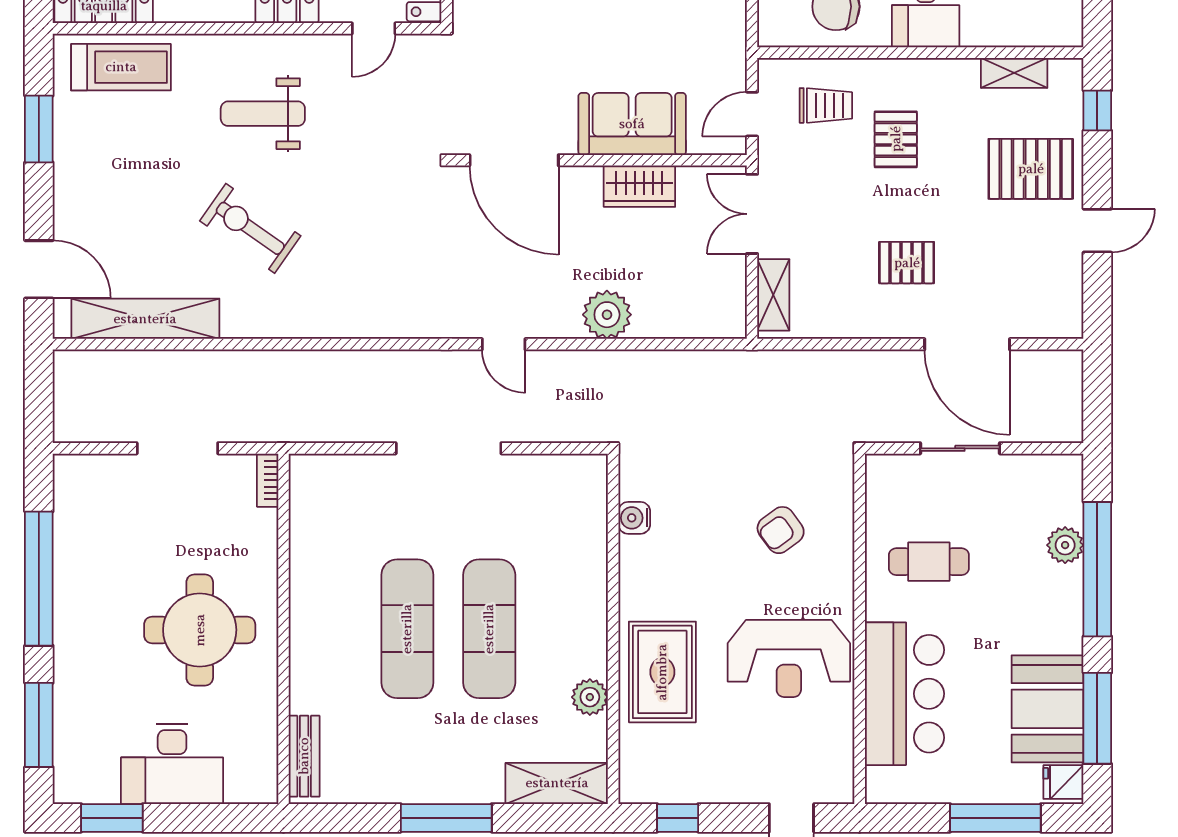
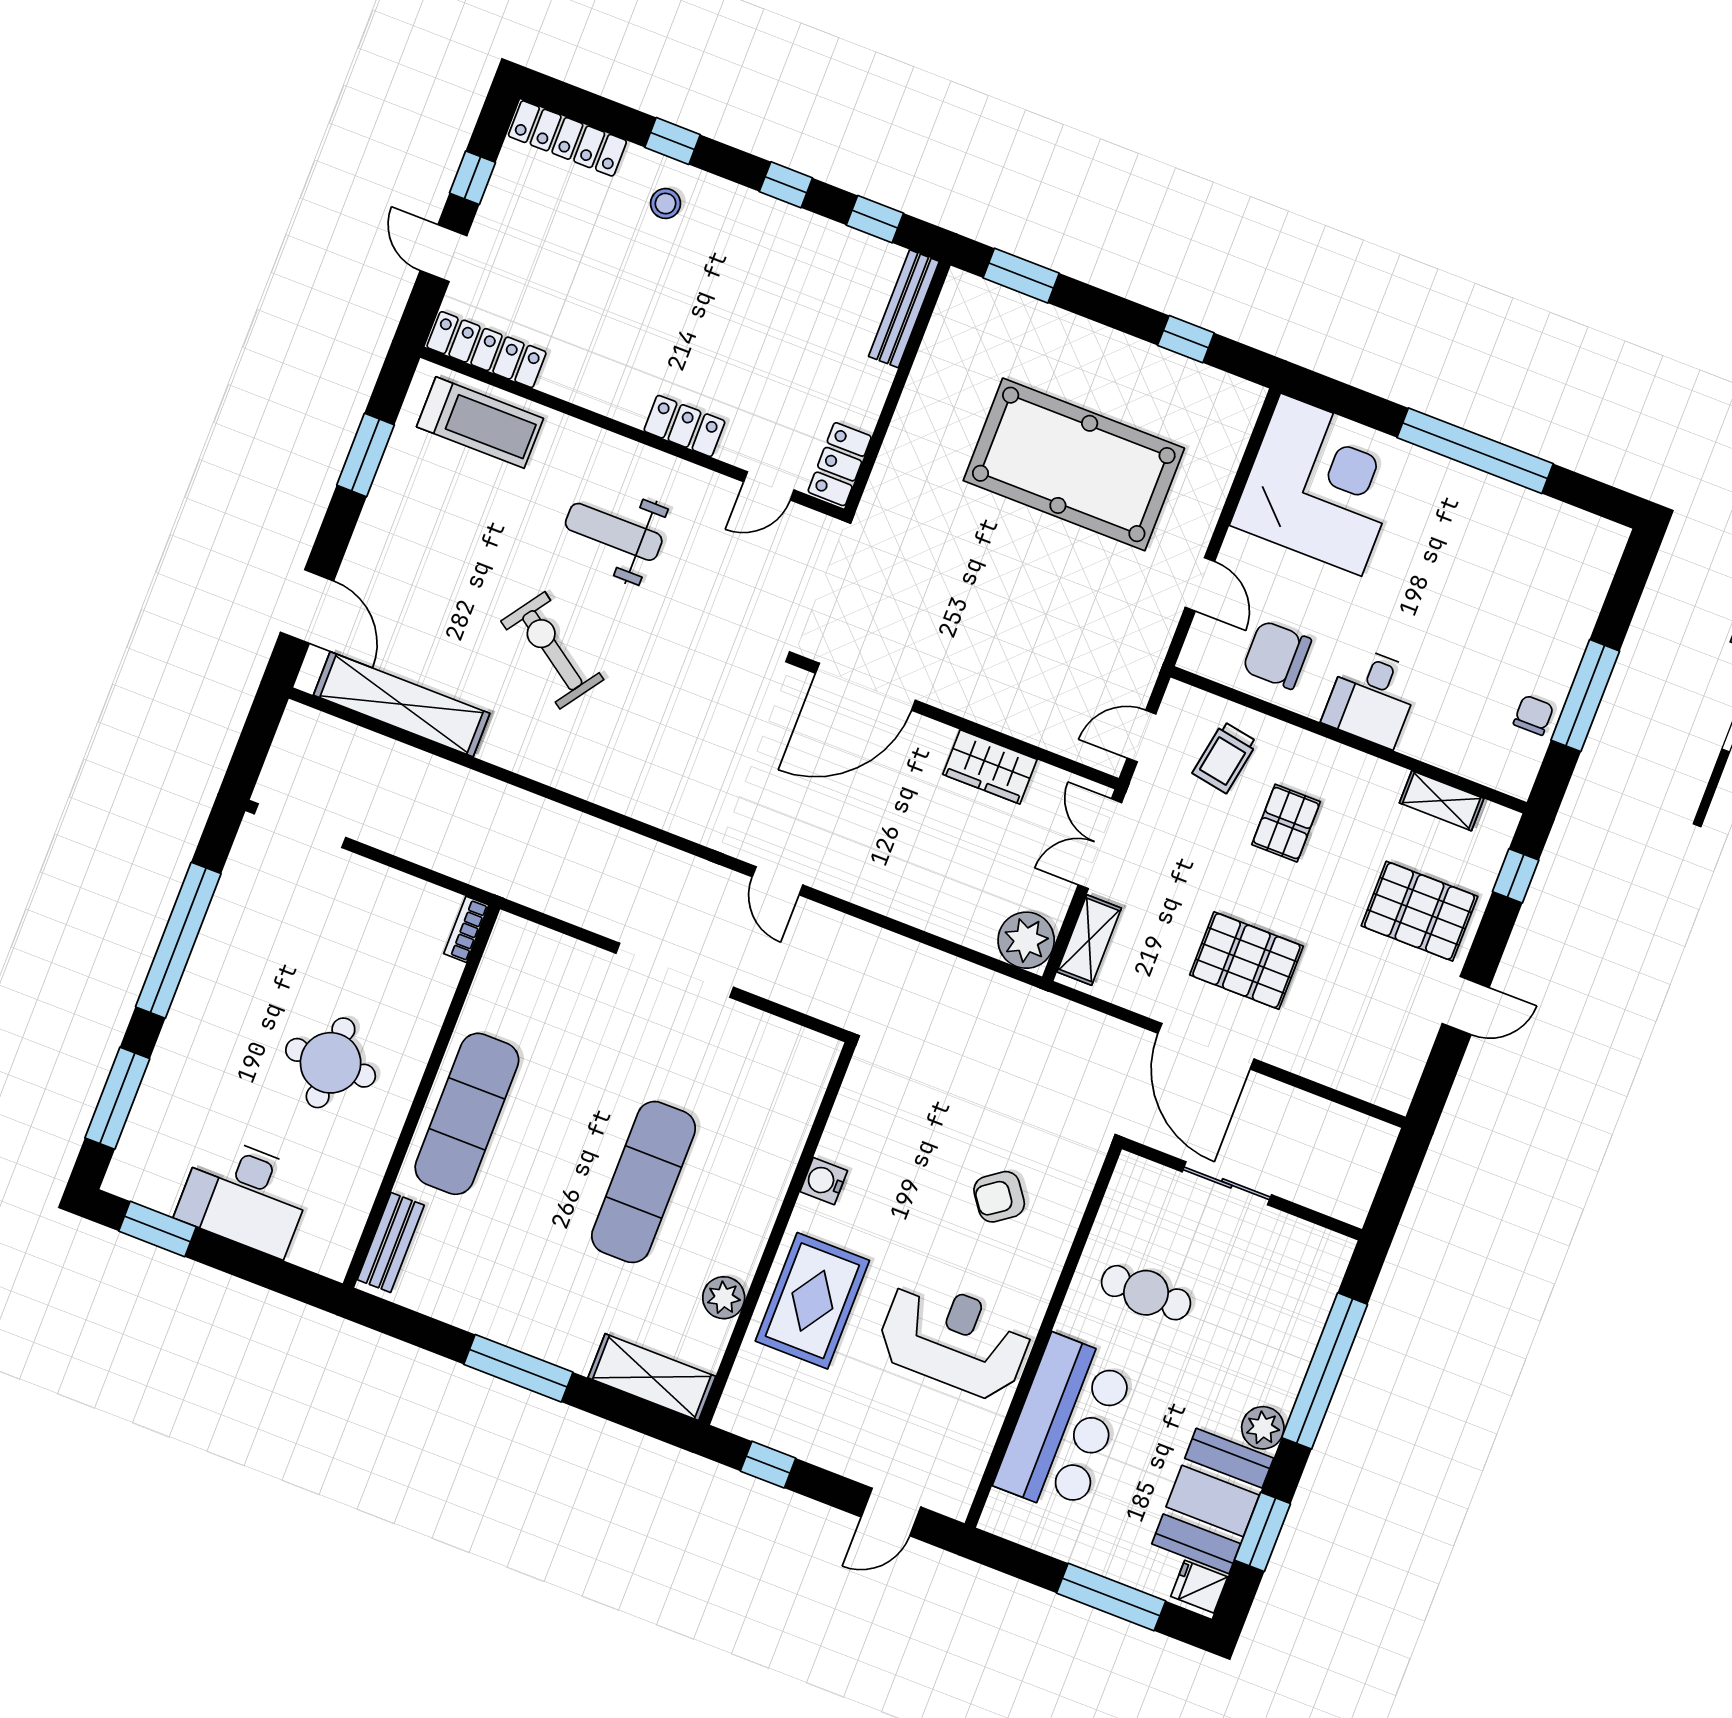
trolley: (826, 105) -> (1225, 757), turned 100
sofa: (632, 124) -> (1008, 697), removed
door: (514, 160) -> (865, 687), hinge flipped
pallet: (907, 263) -> (1246, 961), width x1.50, depth x1.42
plant: (607, 315) -> (1026, 940), moved
door: (967, 344) -> (1206, 1046), moved
doorway: (177, 448) -> (300, 826), moved
water cooler: (634, 518) -> (824, 1181), moved
plant: (1065, 545) -> (1263, 1428), moved
exercise mat: (407, 629) -> (467, 1114), moved
round table: (200, 630) -> (331, 1063), width x0.73, depth x0.73
reception desk: (789, 658) -> (954, 1339), turned 180
window: (1097, 718) -> (1263, 1532), width x0.69

